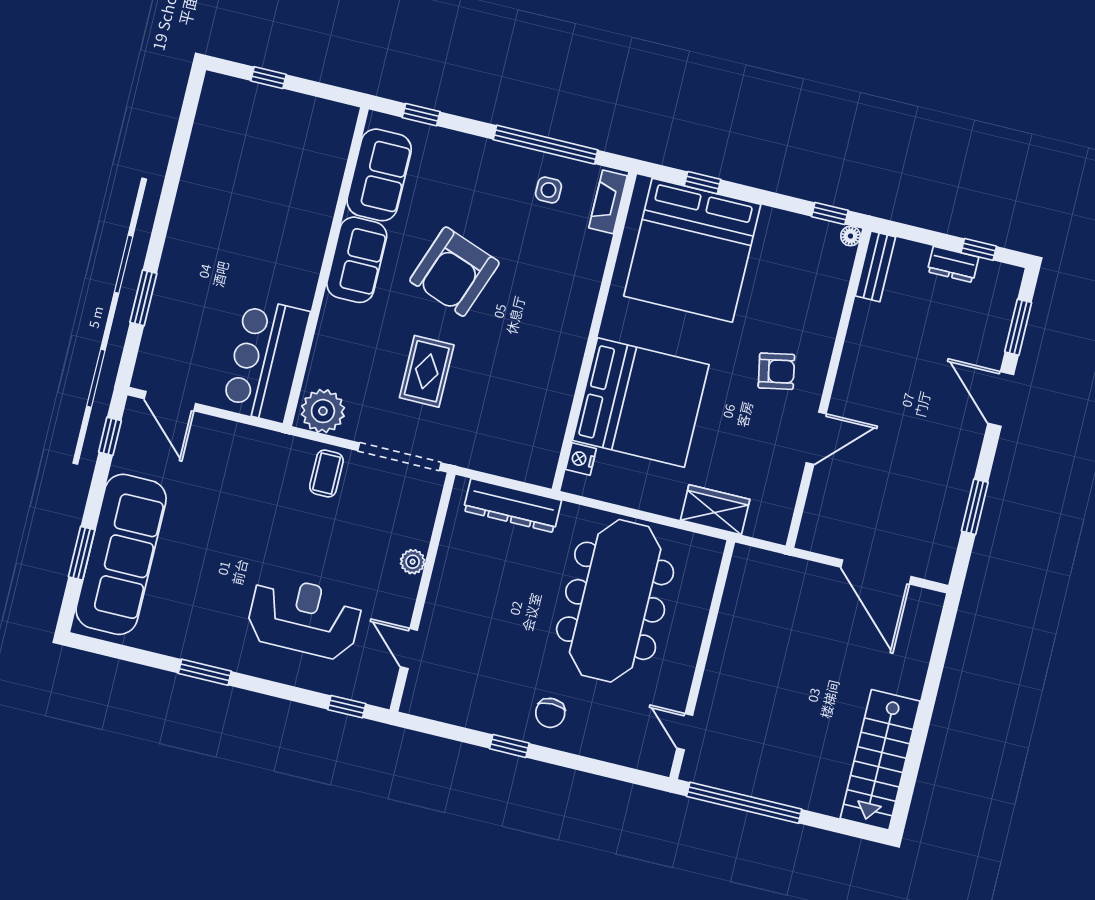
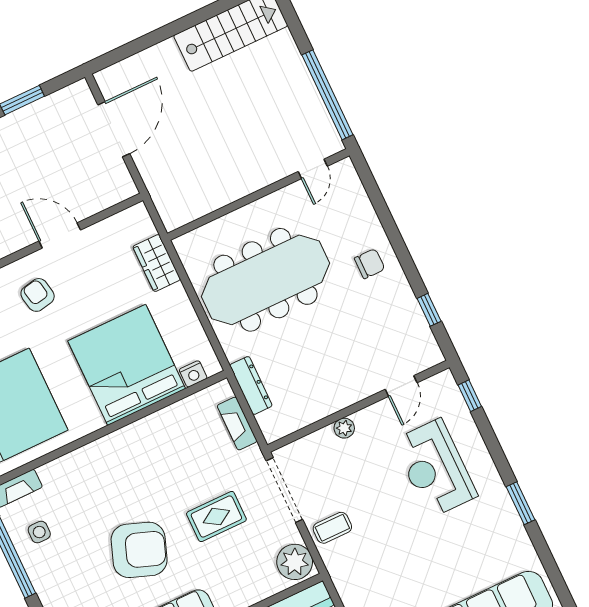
fireplace: (500, 463) -> (237, 424), added
dresser: (512, 506) -> (251, 385), width x0.73, depth x0.80
window: (509, 746) -> (429, 310), moved

